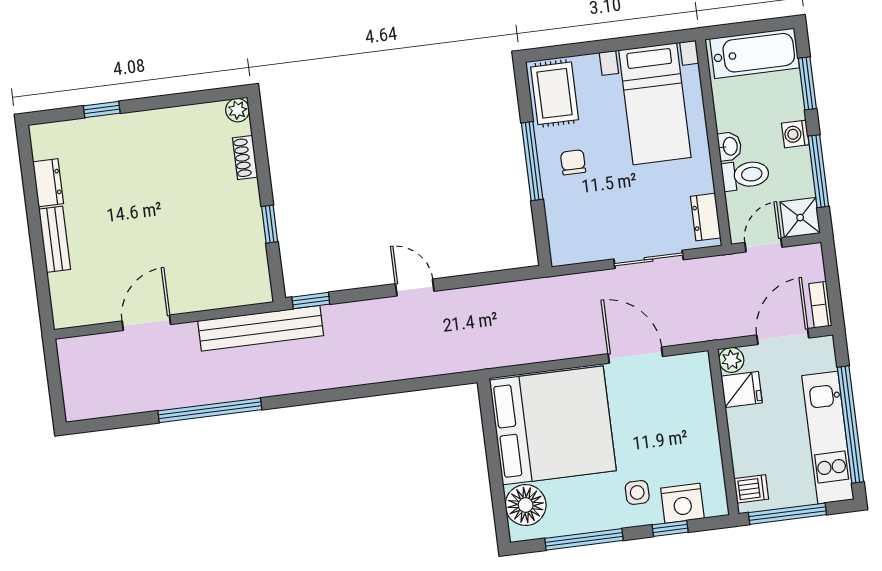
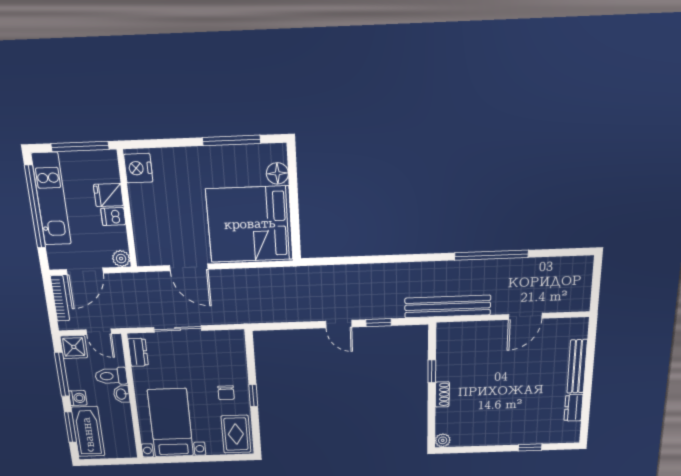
bathtub: (755, 53) -> (88, 432), moved, turned 90
shoe rack: (245, 157) -> (442, 394), moved
window: (532, 161) -> (253, 396), width x0.46
bench: (55, 239) -> (577, 366), width x1.36
door: (763, 245) -> (99, 332), hinge flipped
window: (311, 301) -> (379, 323), moved
bookcase: (820, 305) -> (60, 298), width x1.56
fridge: (742, 389) -> (108, 195), moved
dishwasher: (751, 489) -> (113, 217), moved
side table: (637, 492) -> (191, 172), removed
nightstand: (682, 503) -> (138, 168), moved, turned -90
floor lamp: (526, 505) -> (277, 173), width x0.73, depth x0.73
window: (670, 528) -> (167, 143), removed

